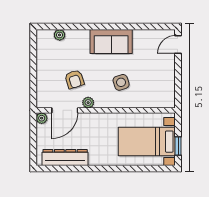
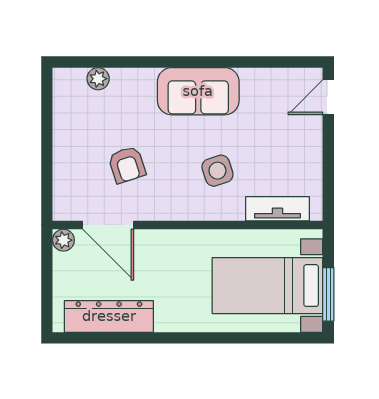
tv unit: (152, 102) -> (277, 209), added
plant: (88, 103) -> (154, 210), removed
door: (65, 110) -> (108, 225), hinge flipped
window: (178, 146) -> (328, 294), width x1.50

